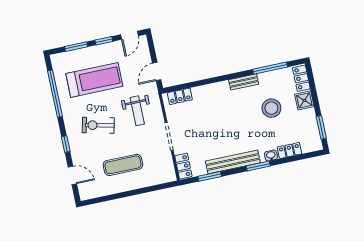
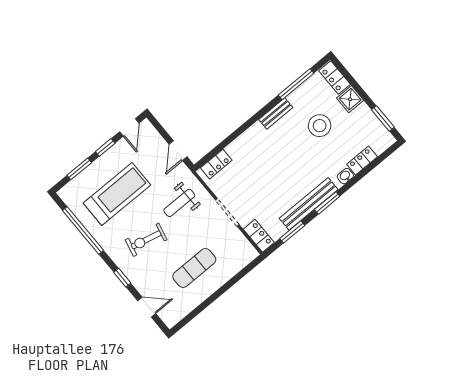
weight bench: (137, 111) -> (179, 203), turned 90
window: (258, 166) -> (327, 203), moved

